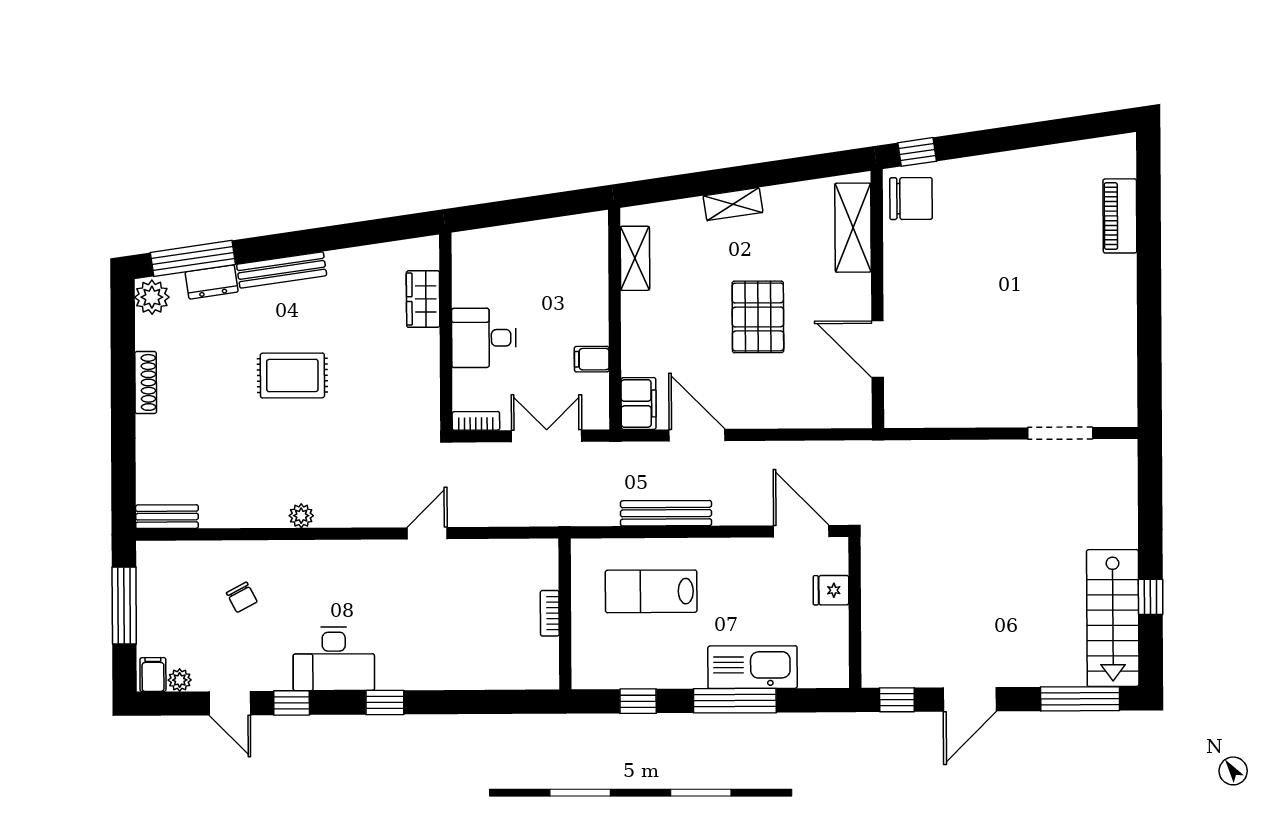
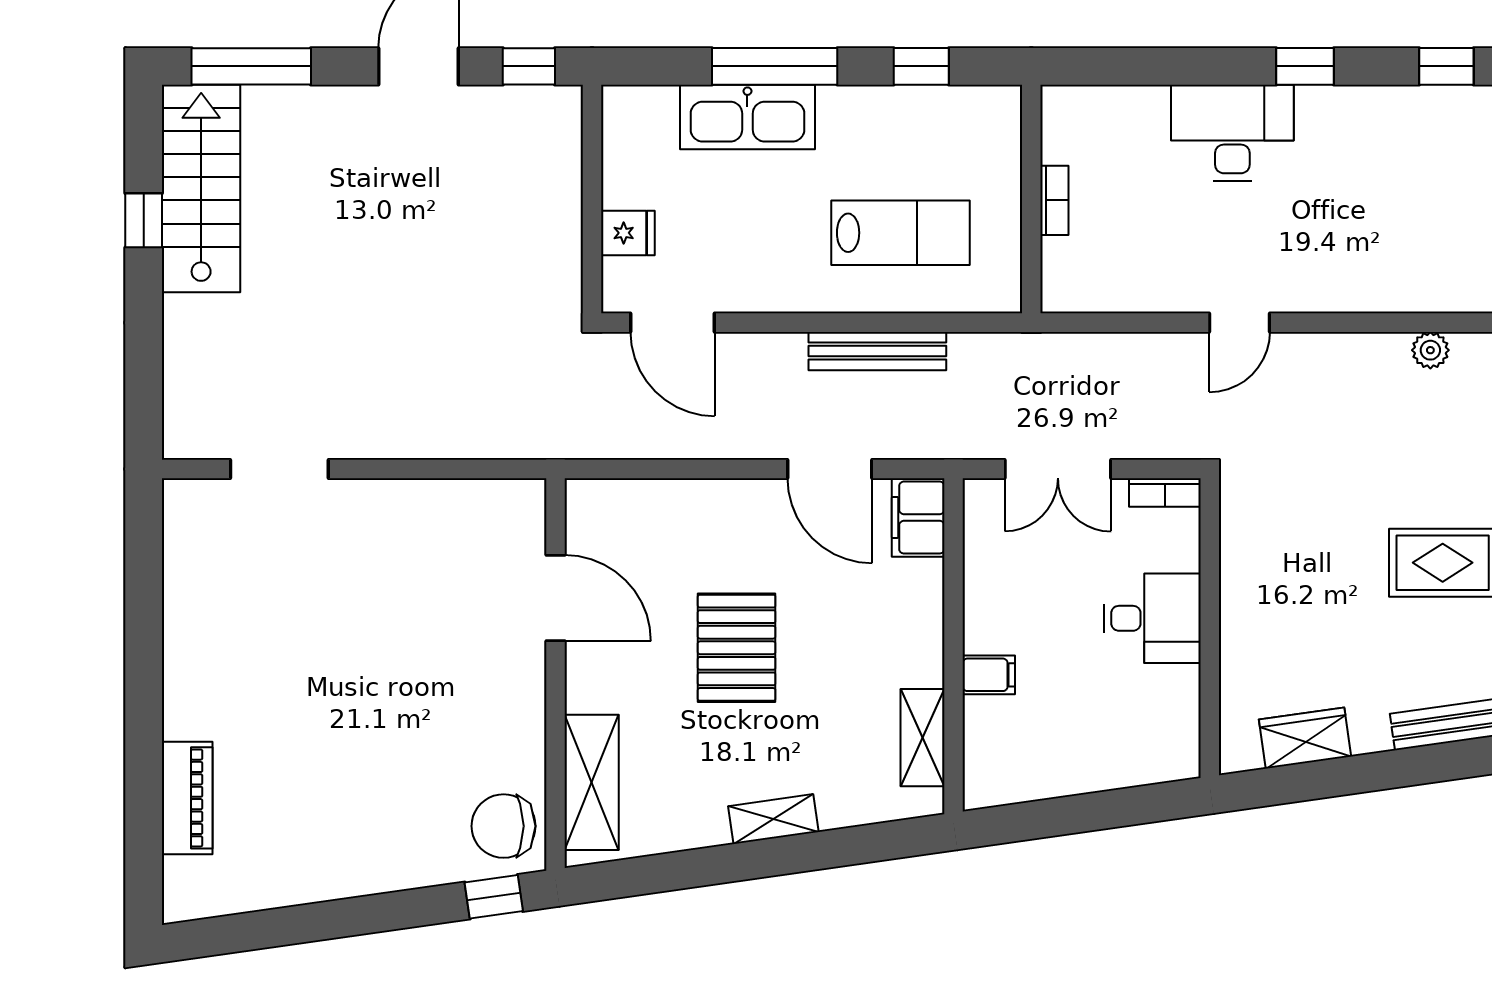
wardrobe: (423, 299) -> (1305, 738), moved, turned -98
filing cabinet: (592, 359) -> (989, 675), moved
desk: (334, 659) -> (1232, 133), moved

